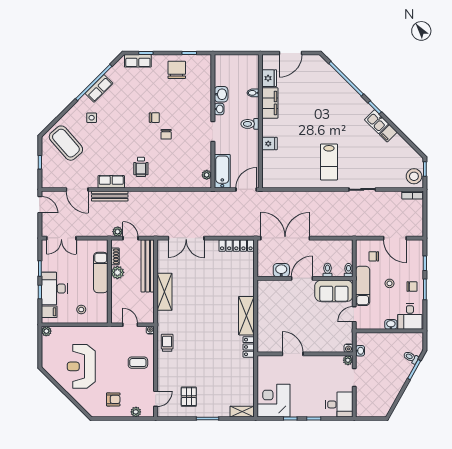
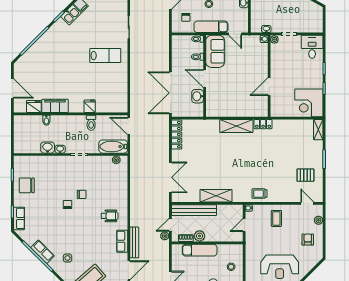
toilet: (250, 124) -> (91, 123), moved

